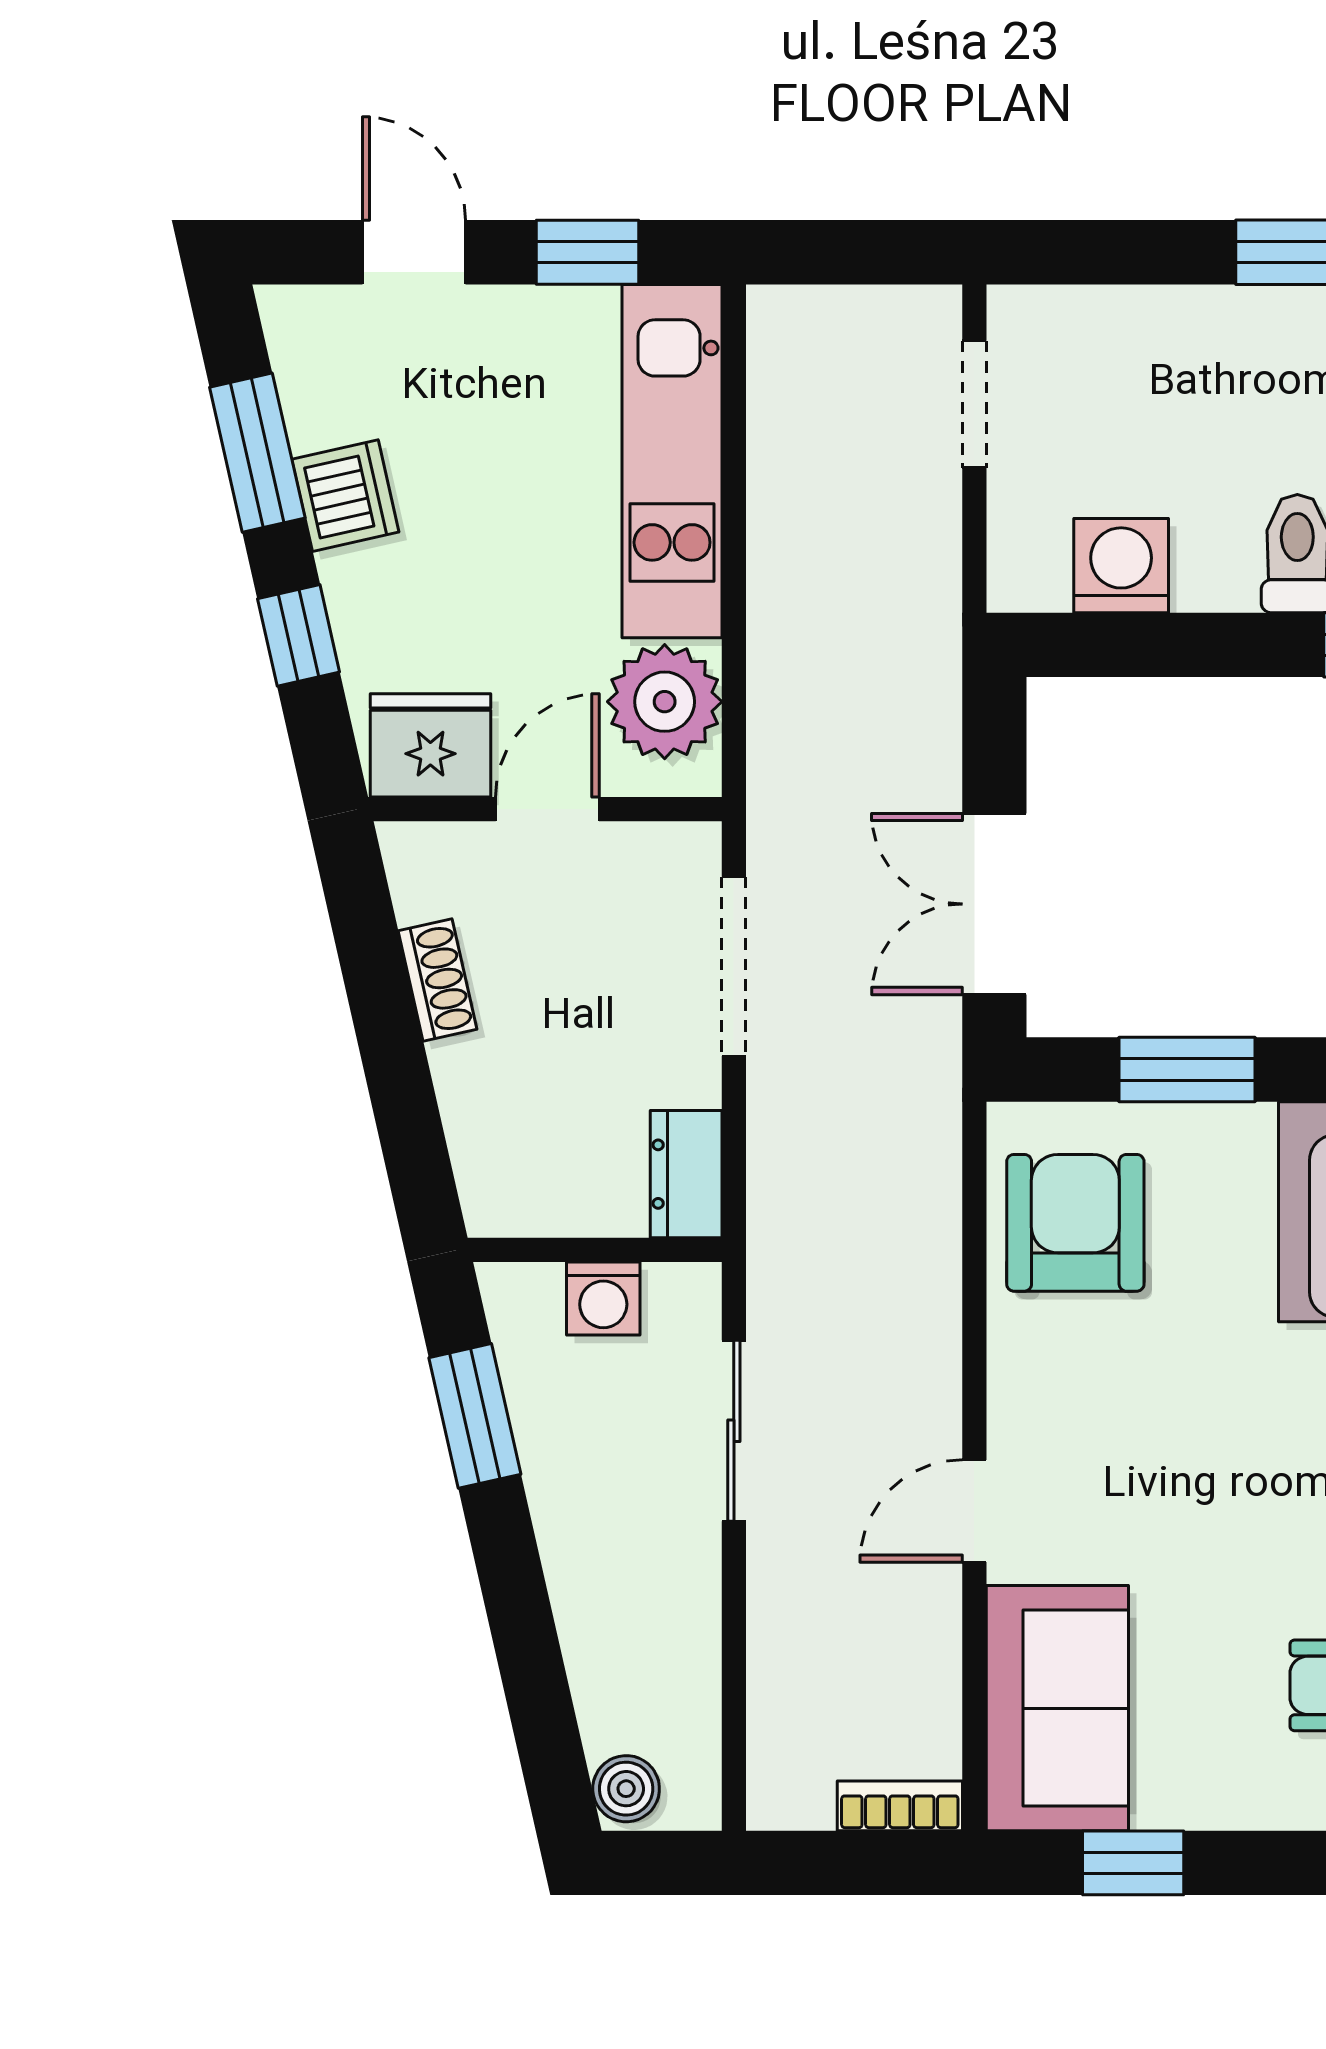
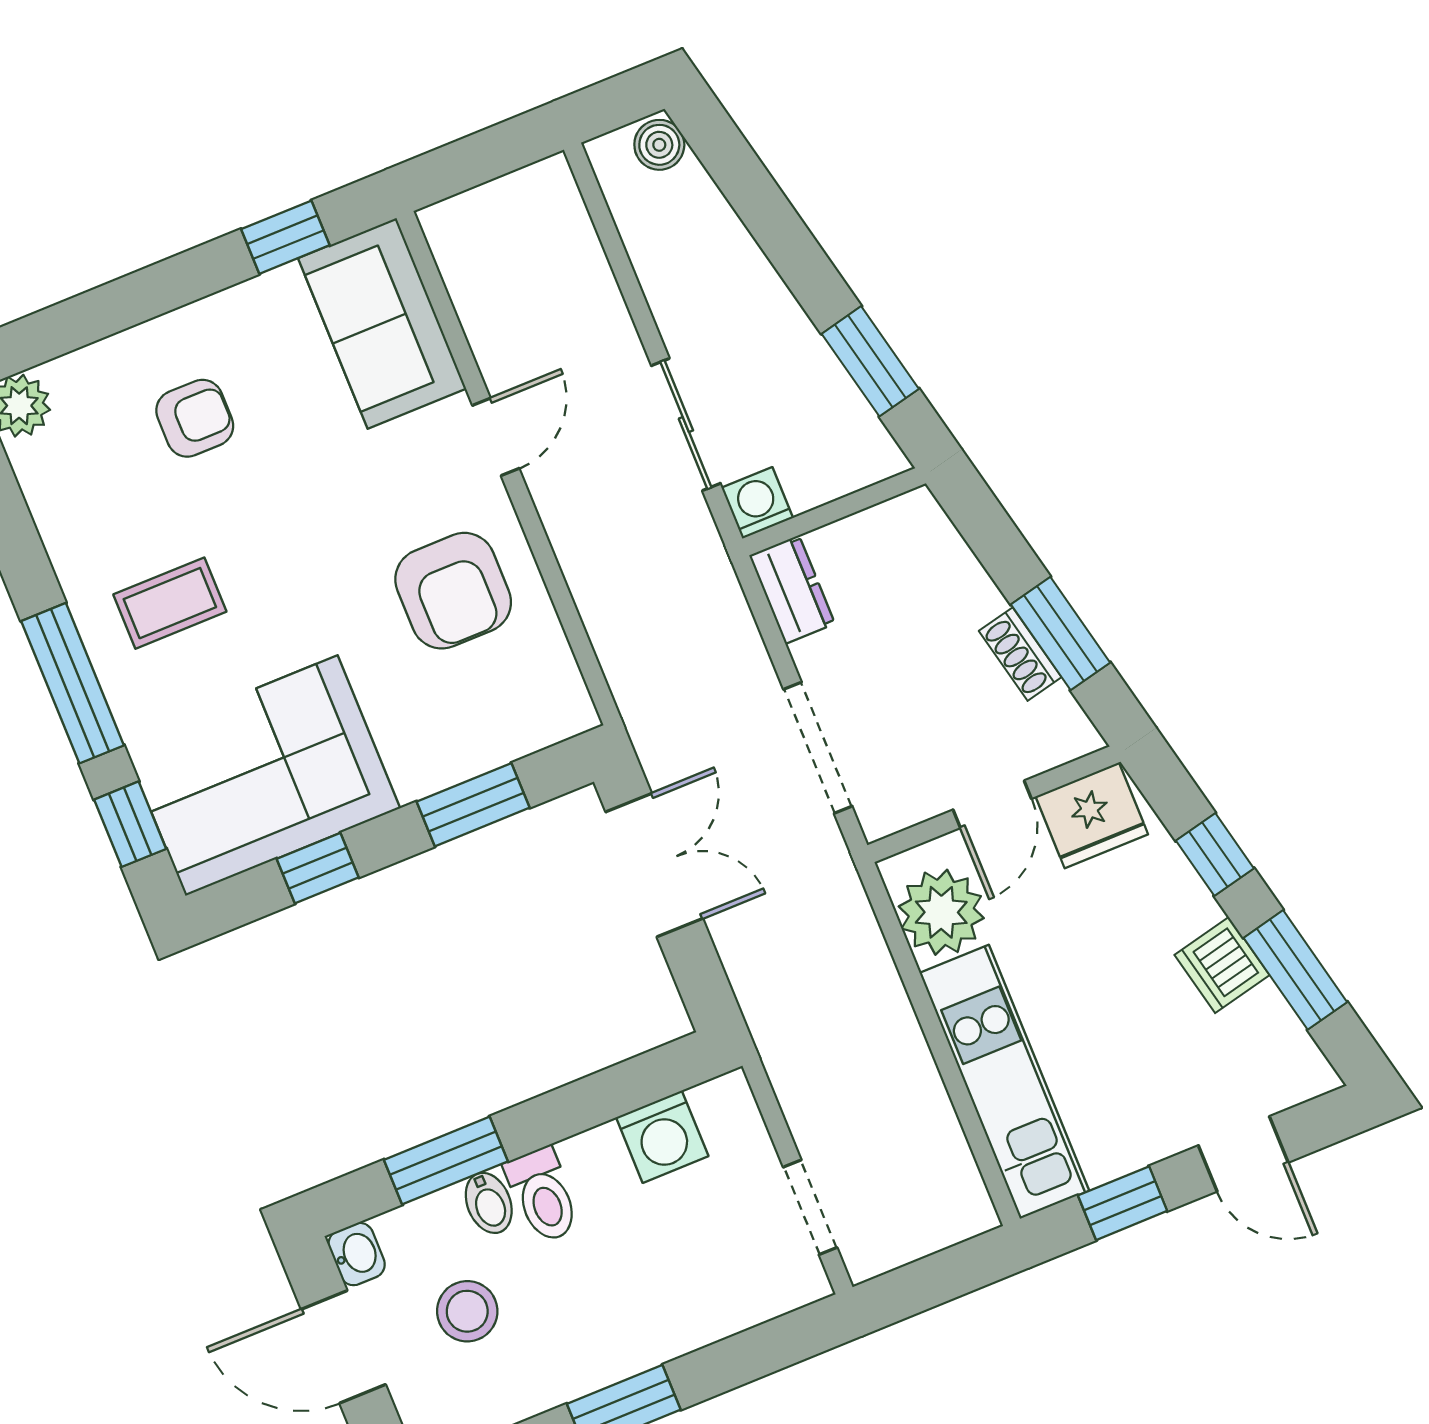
window: (378, 985) -> (1060, 633), added
armchair: (1075, 1223) -> (453, 591), moved
washing machine: (603, 1298) -> (757, 503), moved
bookcase: (900, 1806) -> (464, 211), removed

